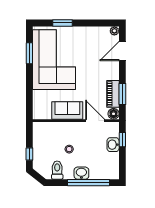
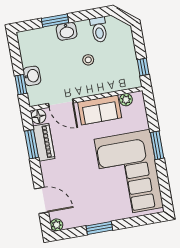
window: (63, 23) -> (99, 228), moved
door: (122, 51) -> (42, 200), hinge flipped
window: (29, 53) -> (157, 145), moved
plant: (46, 115) -> (126, 100), added
window: (29, 154) -> (143, 67), moved
window: (89, 183) -> (55, 21), width x0.47

